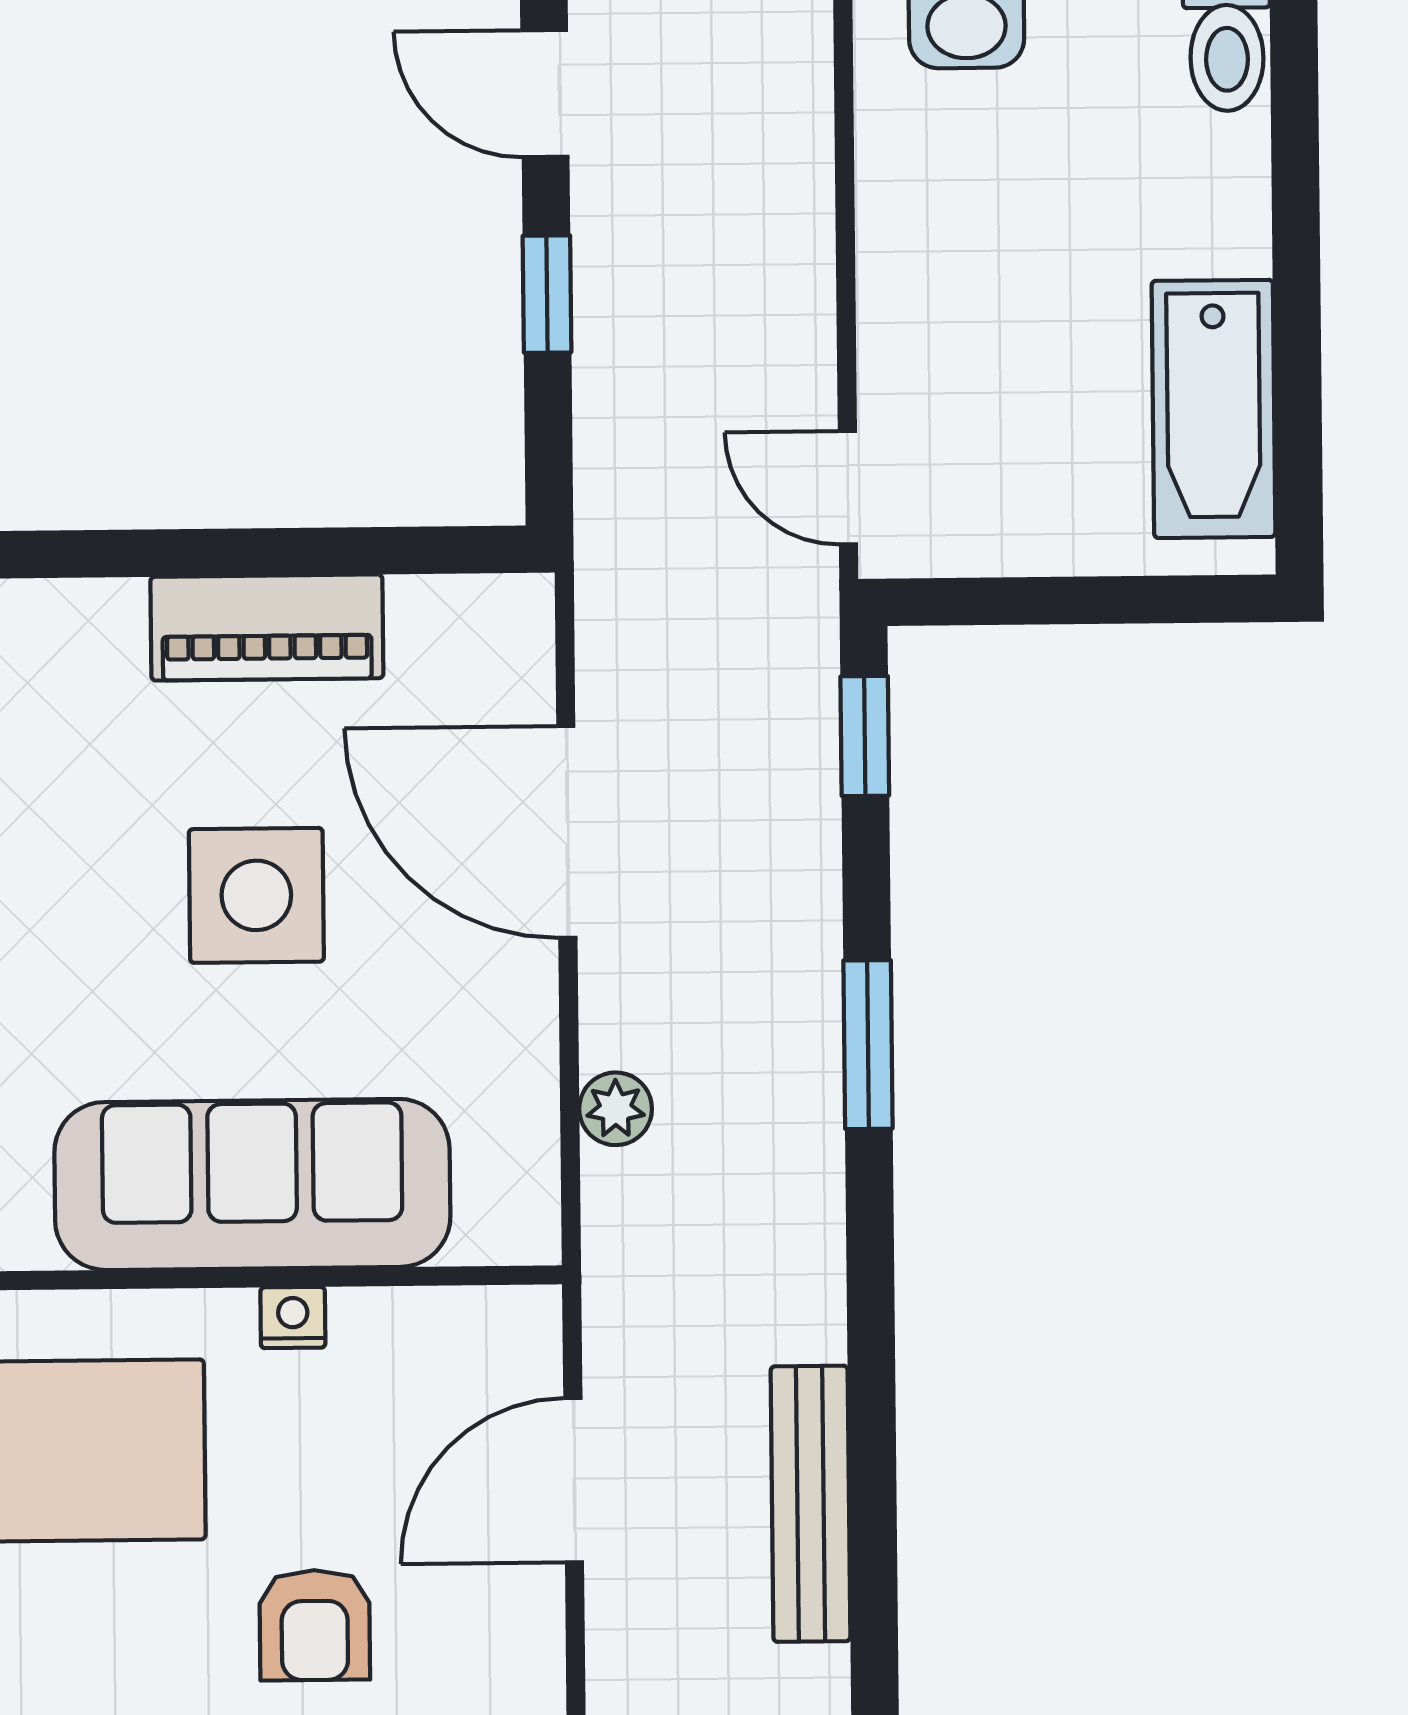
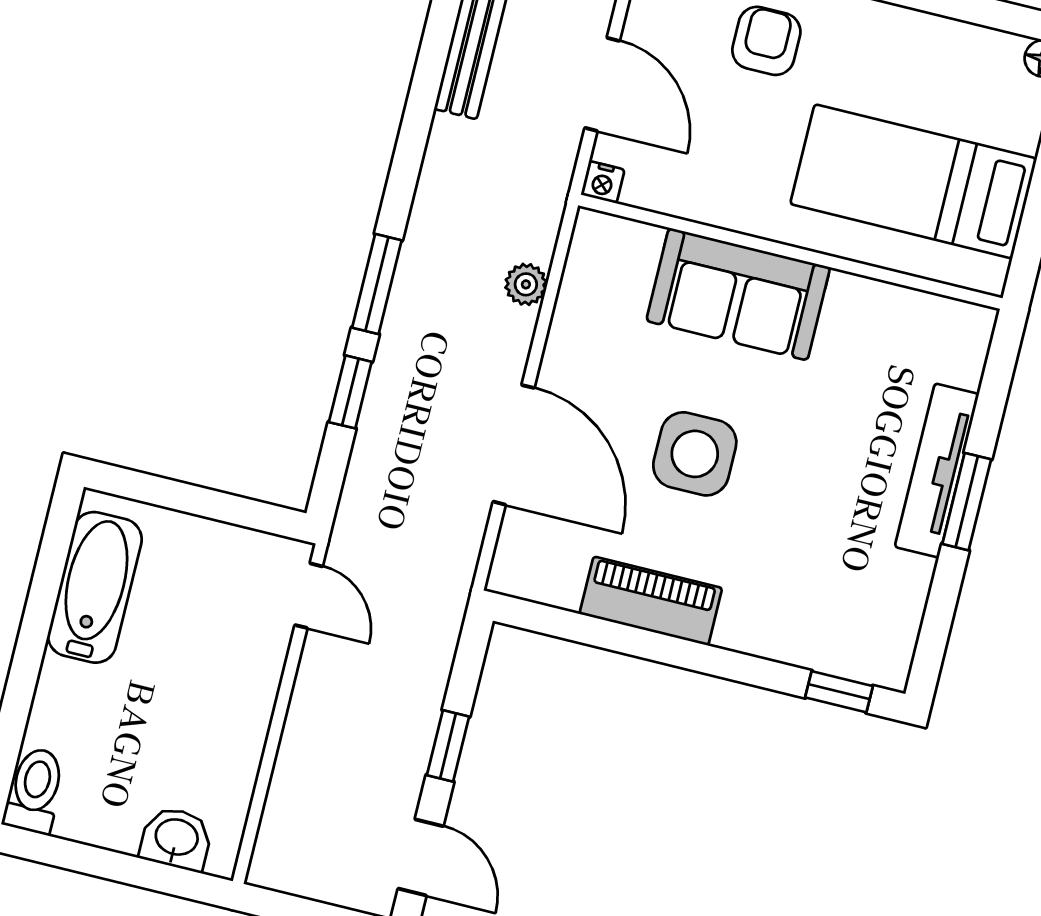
window: (865, 736) -> (350, 392), moved
sofa: (252, 1184) -> (738, 294), width x0.73
nightstand: (293, 1318) -> (603, 182), moved
door: (574, 1480) -> (602, 84), hinge flipped

